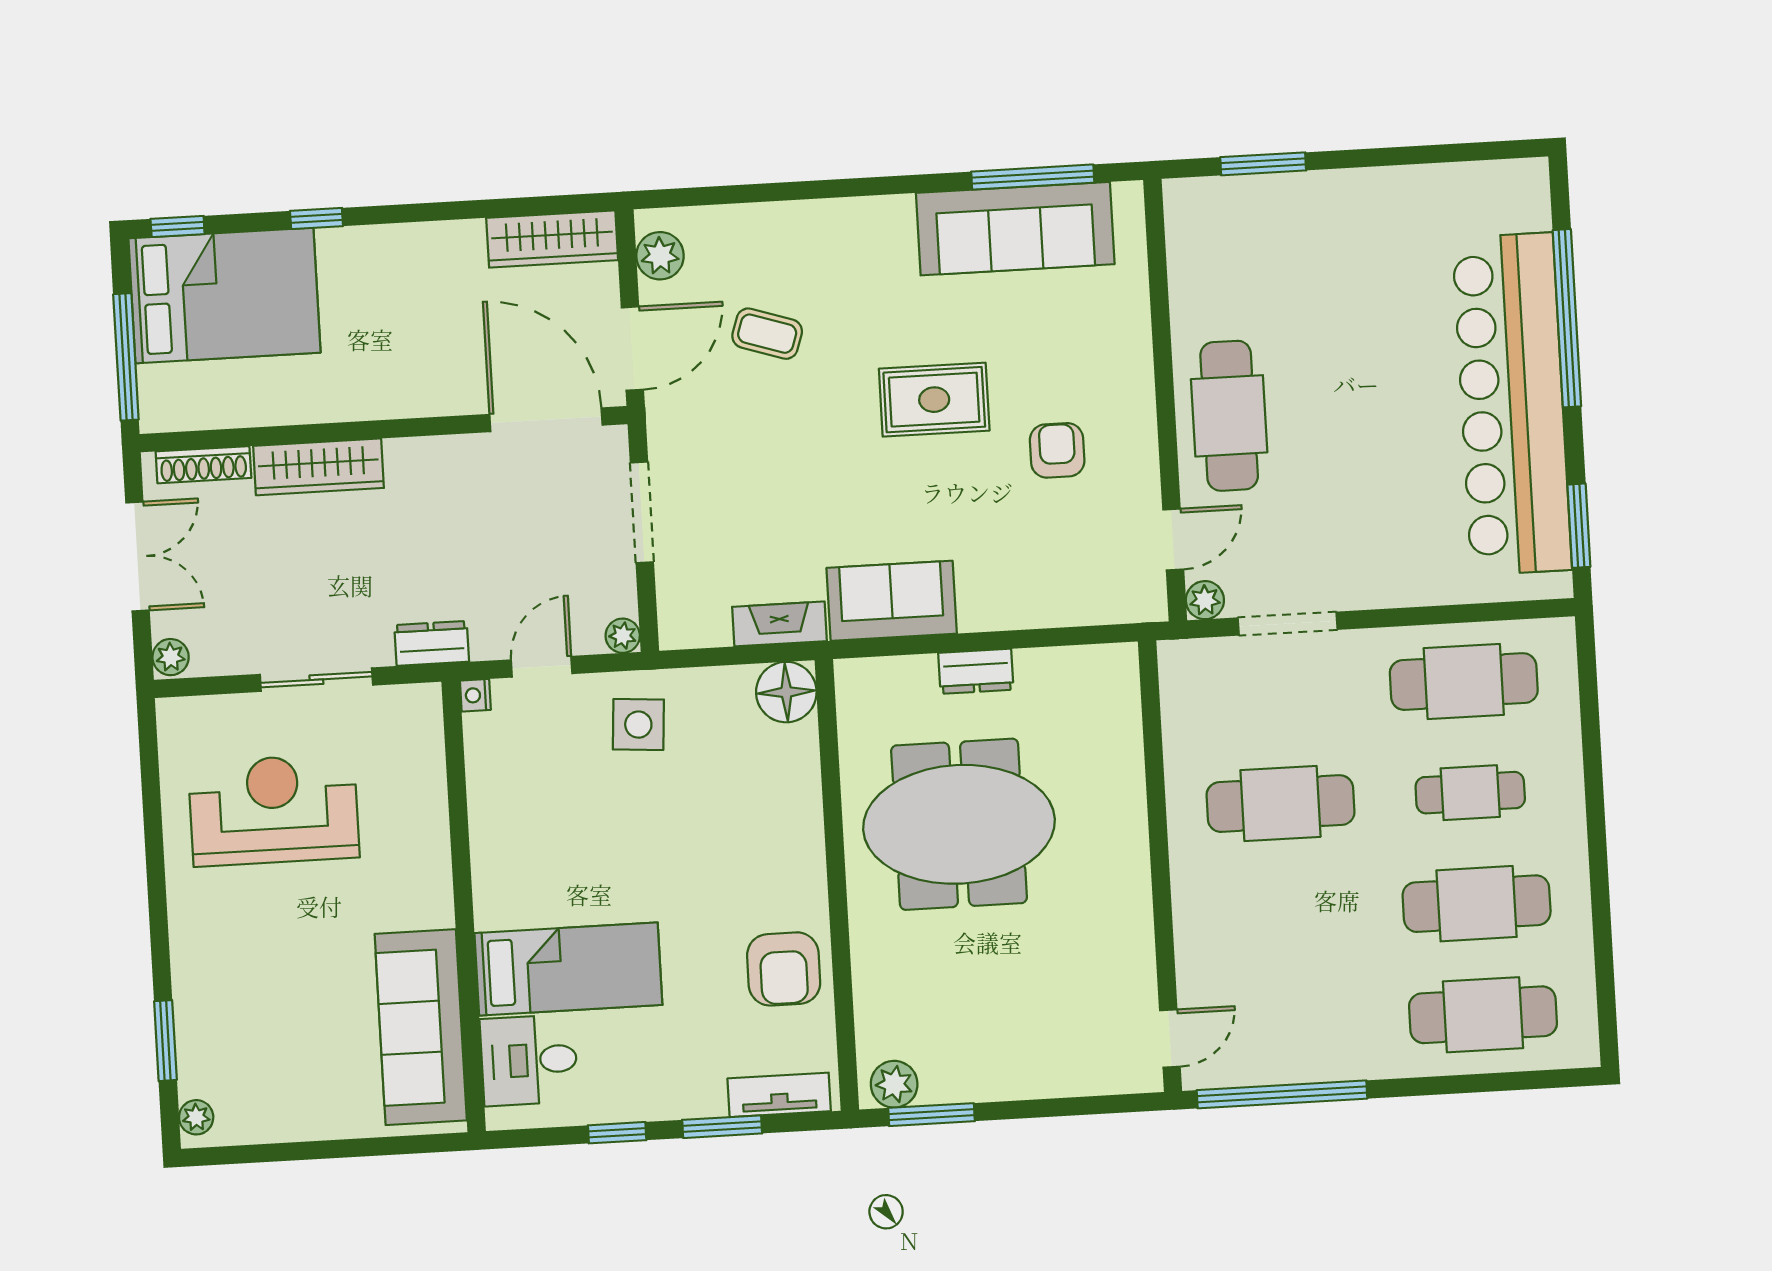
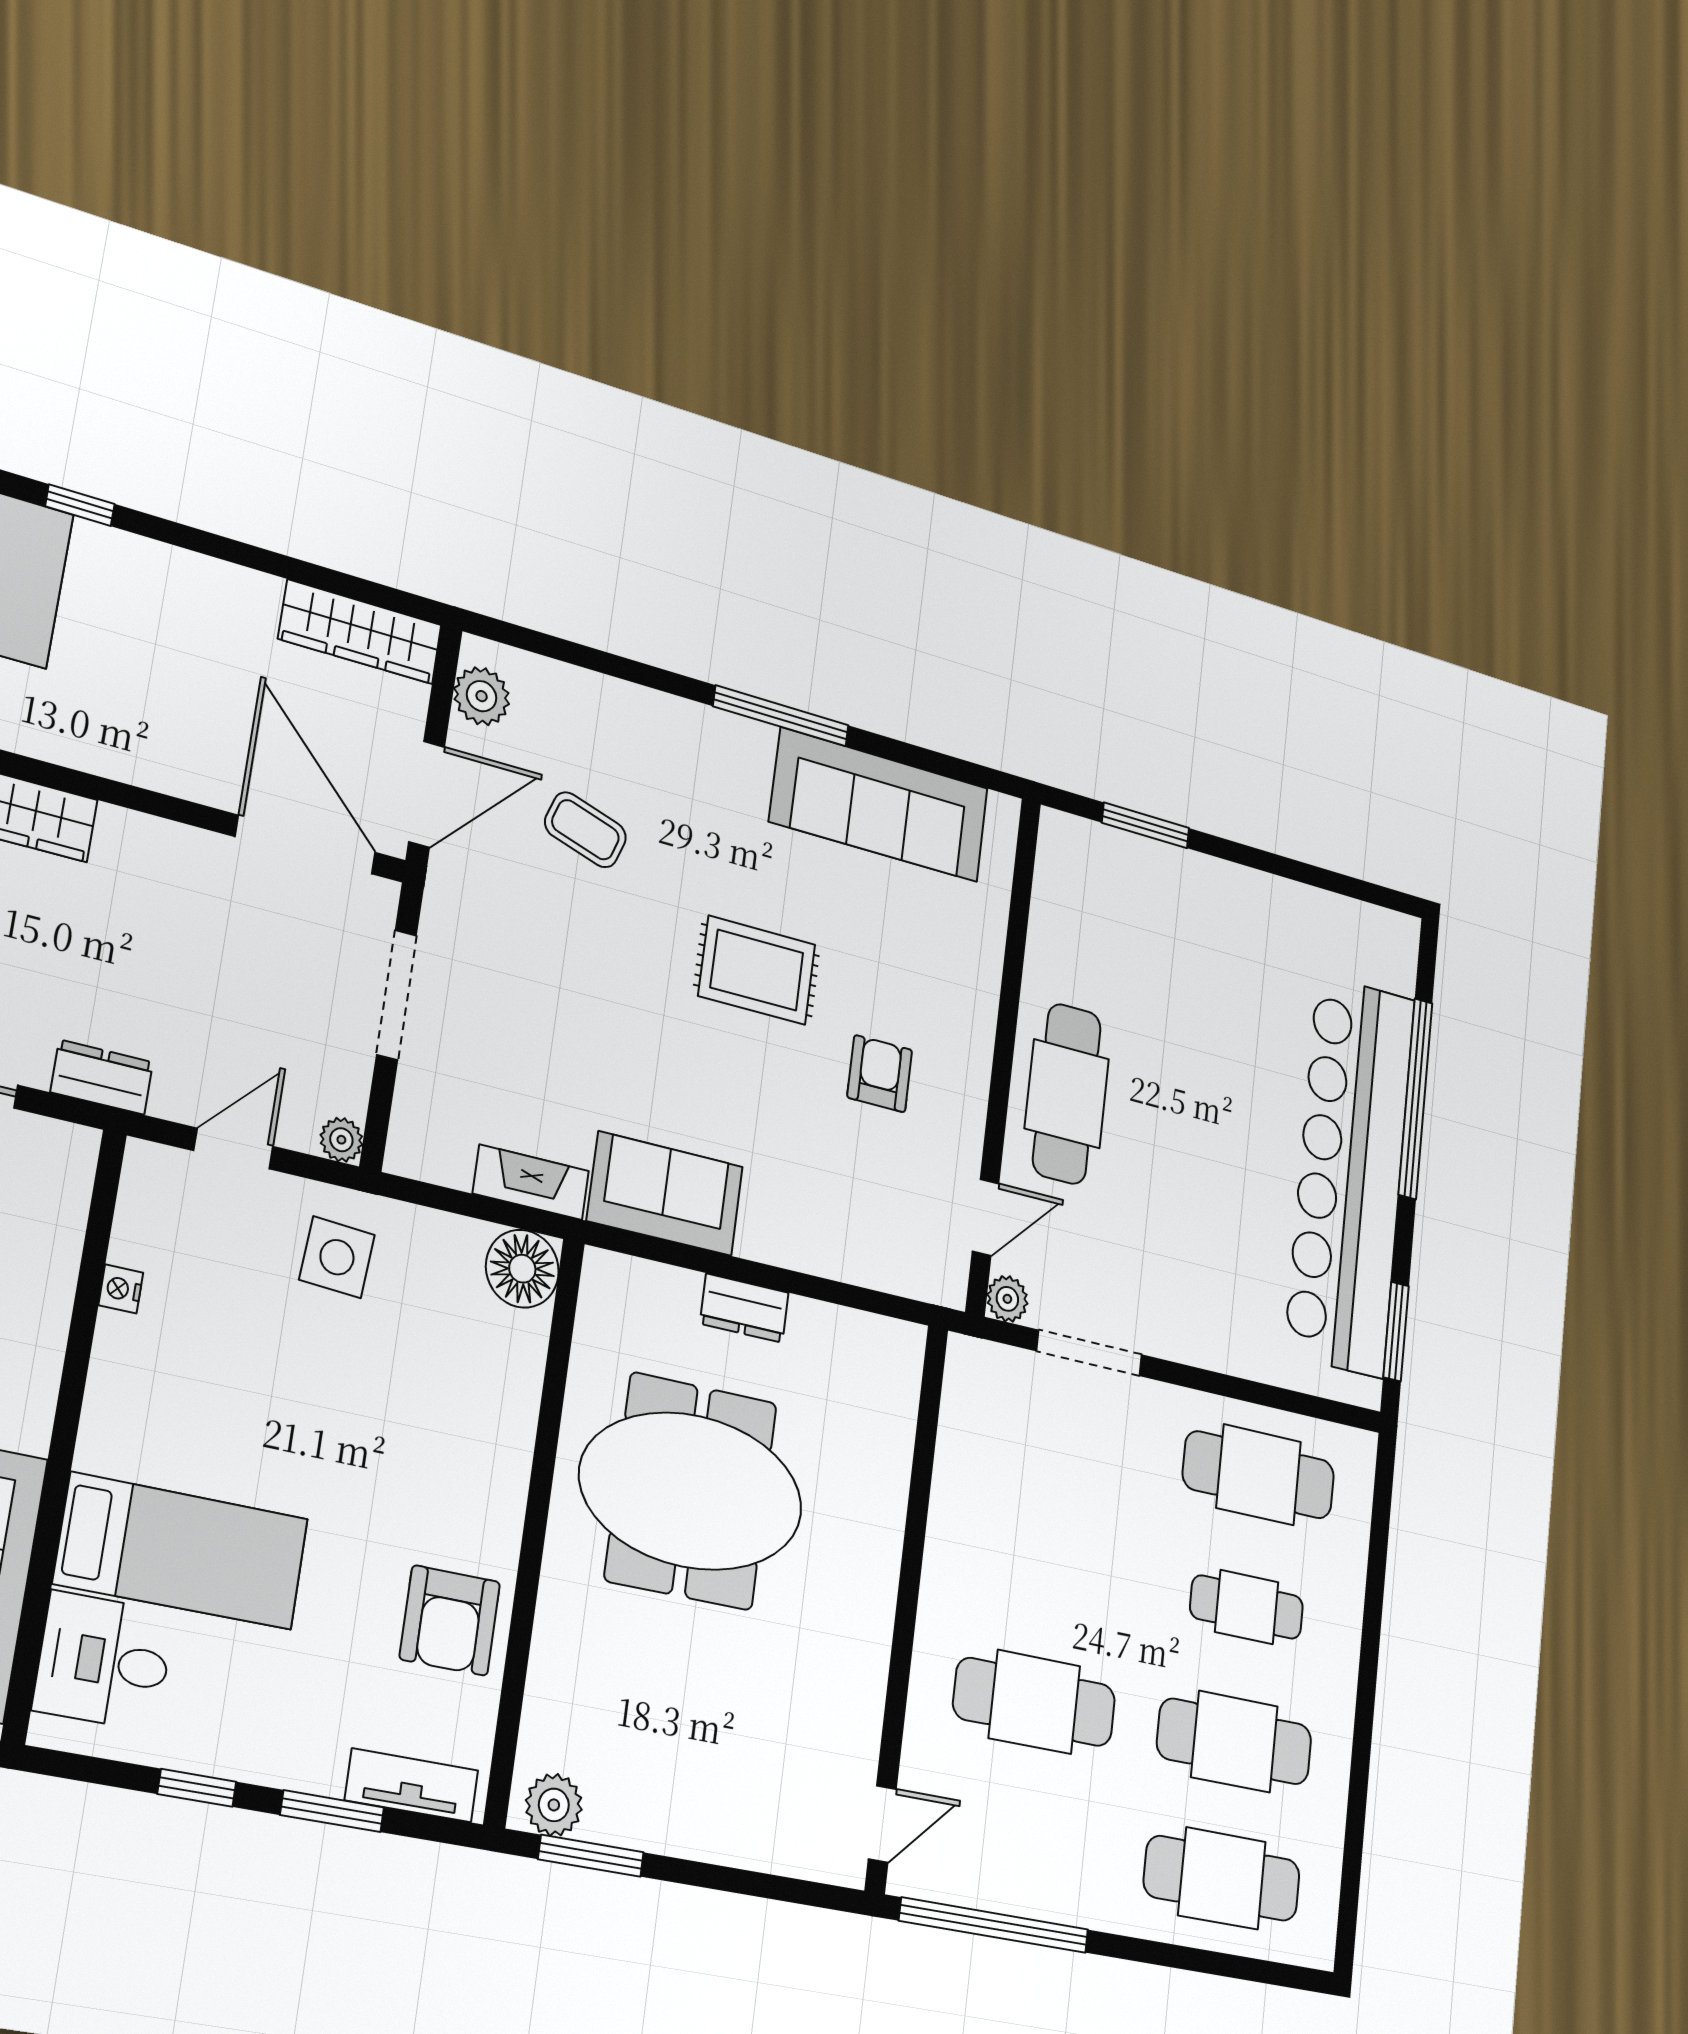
window: (1033, 177) -> (781, 716), moved
nightstand: (475, 695) -> (121, 1289), moved
cafe table: (1280, 804) -> (1034, 1702), moved

